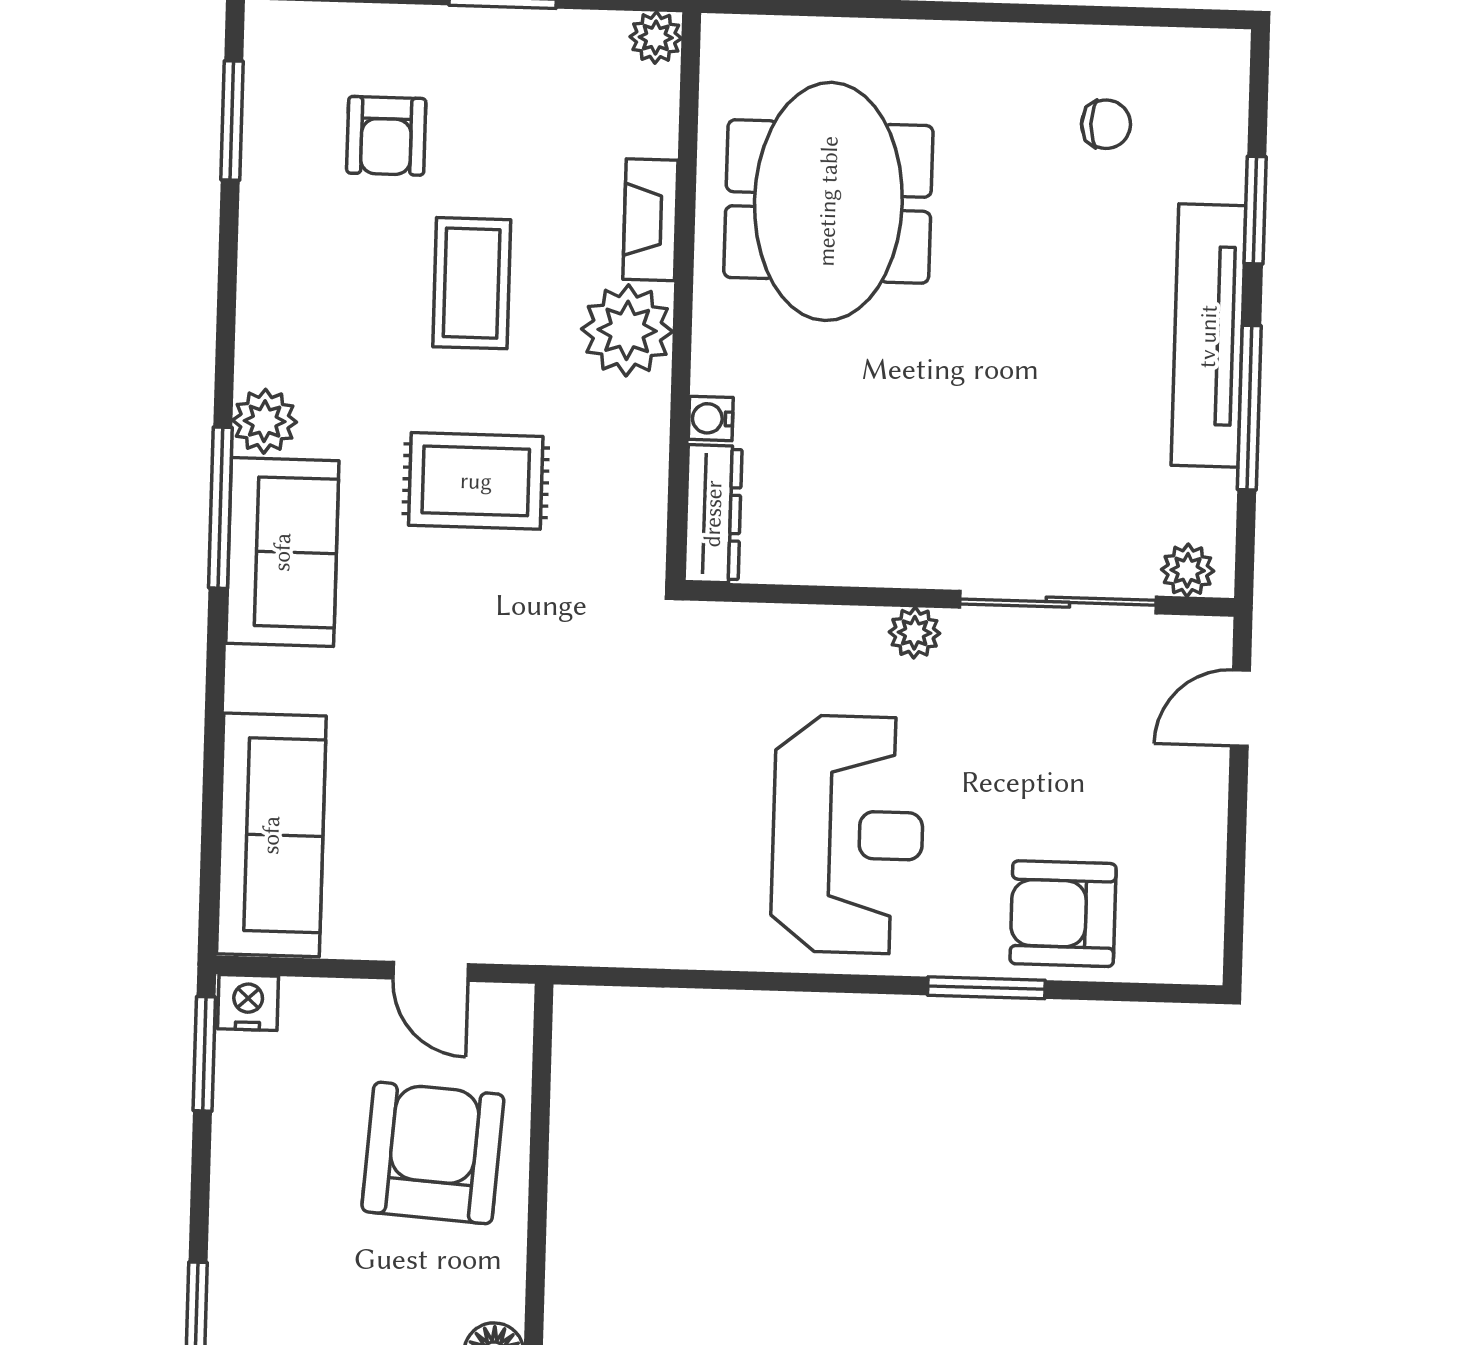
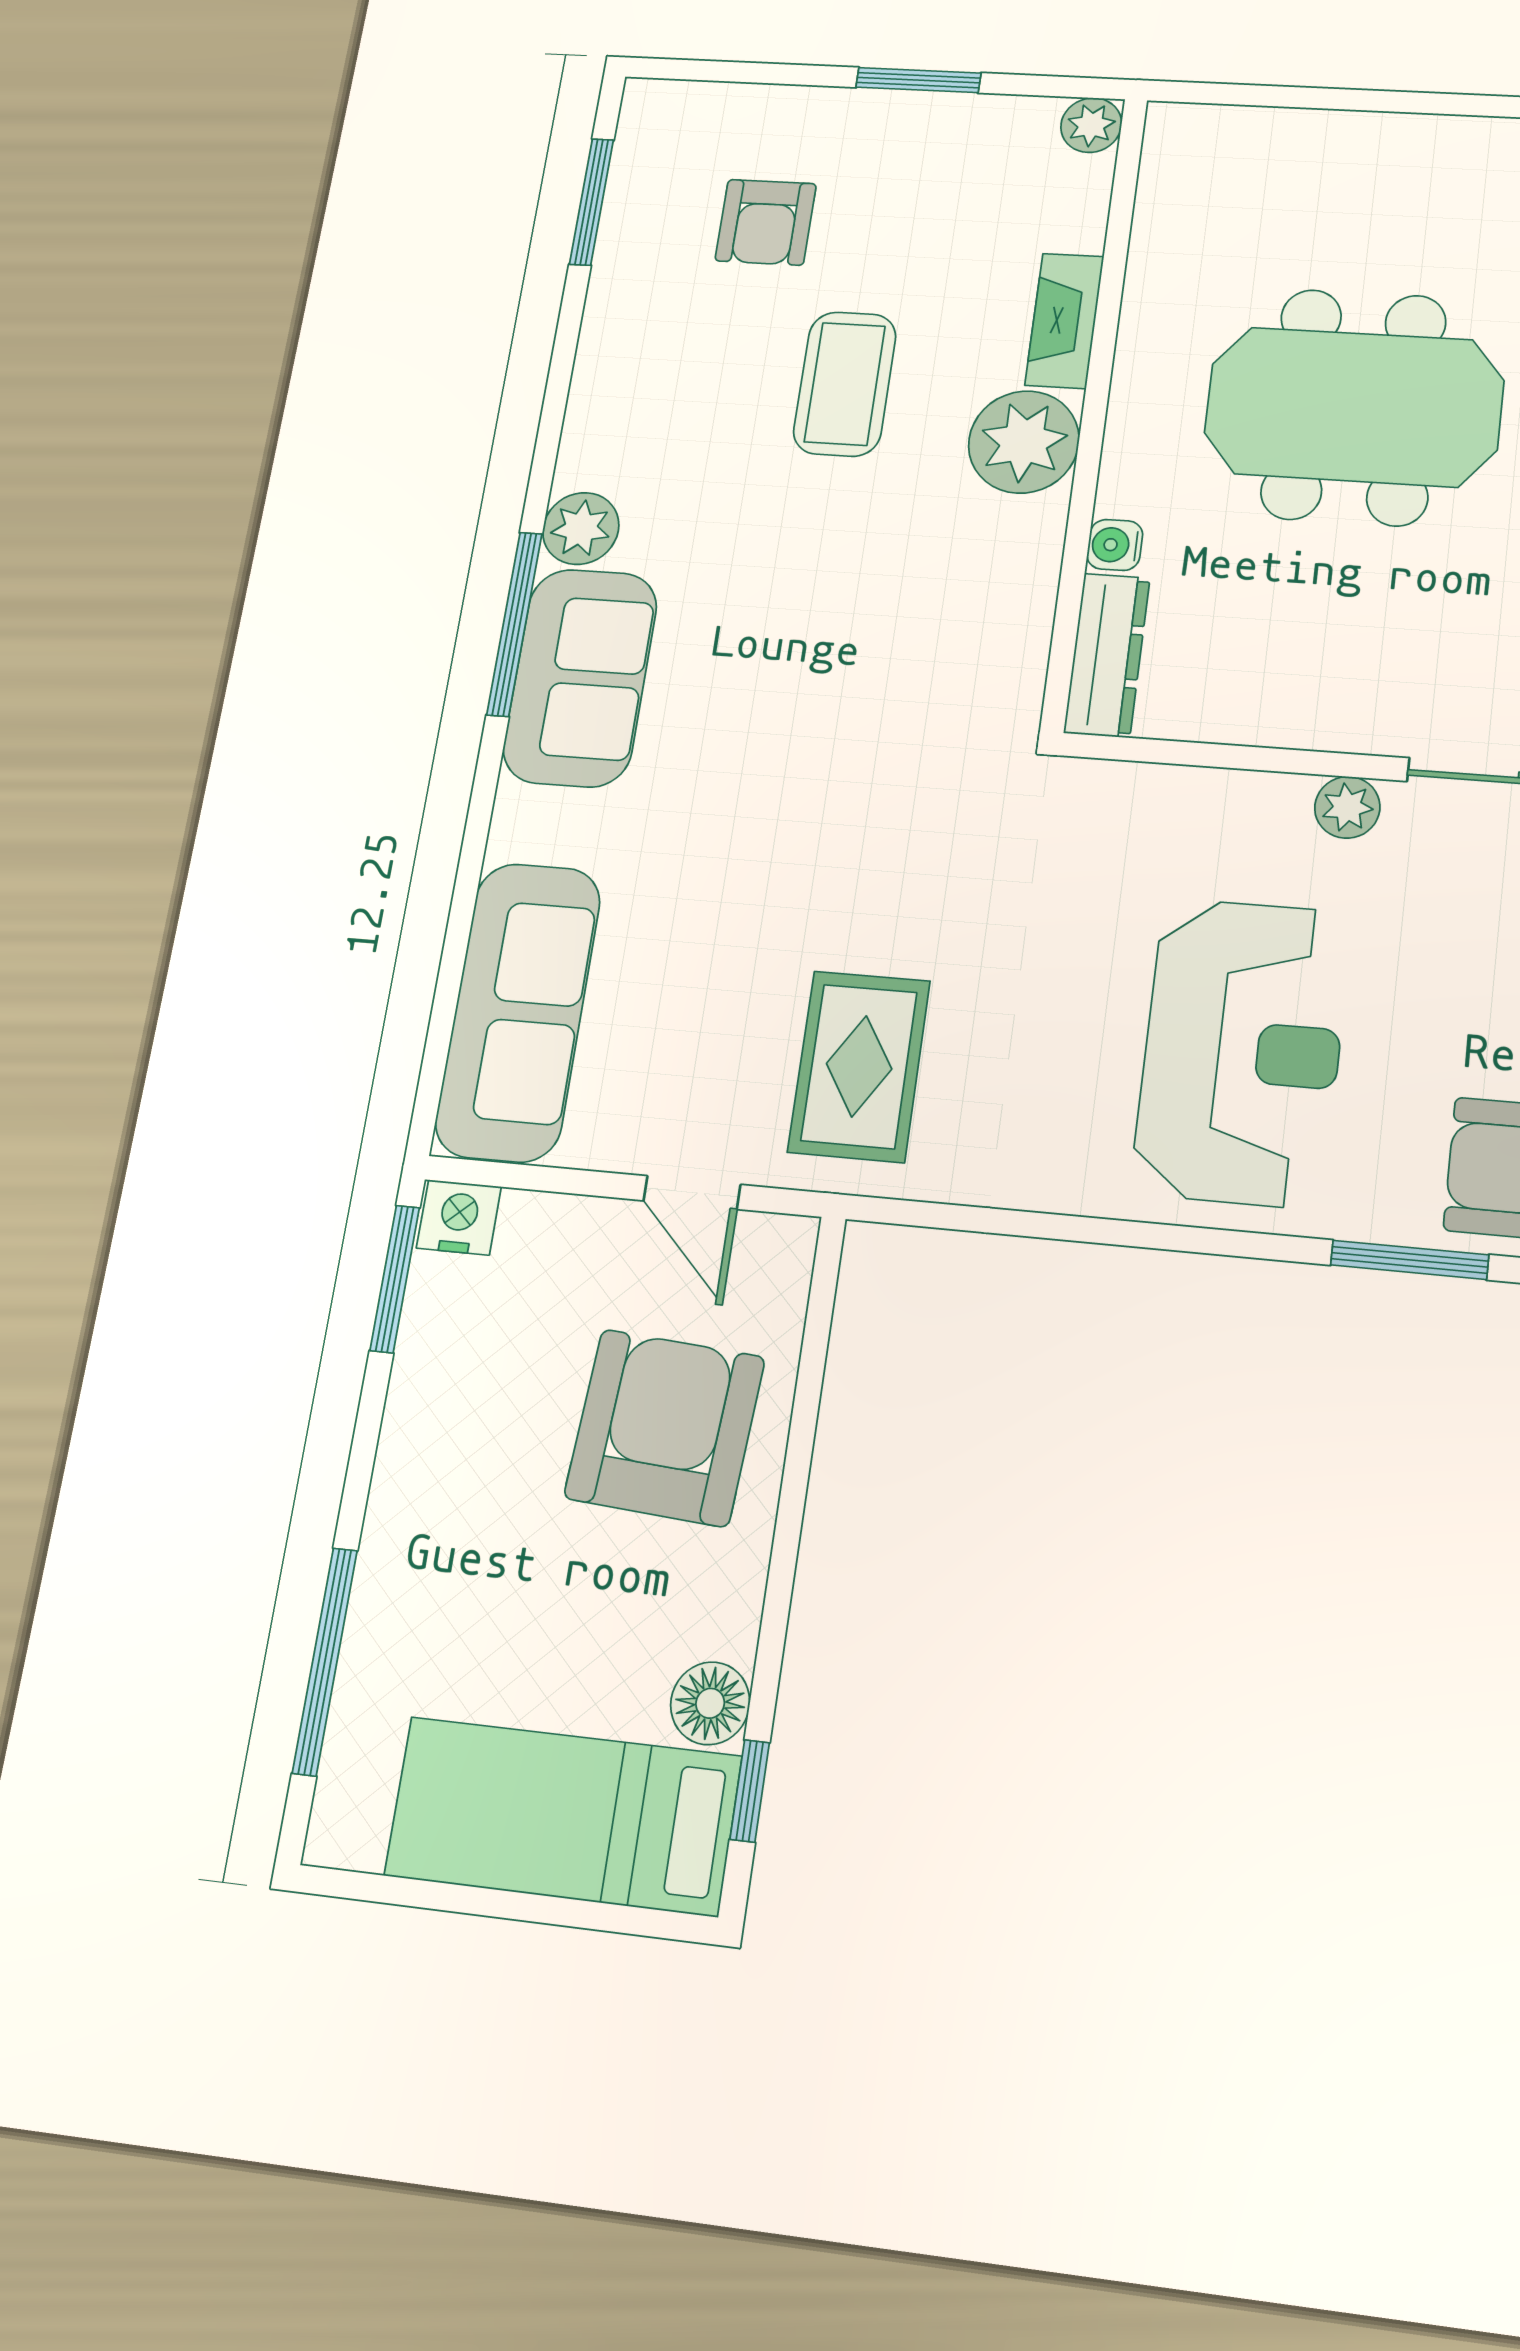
meeting table: (828, 201) -> (1354, 407), moved, turned 90
rug: (476, 481) -> (859, 1066), moved, turned 90

